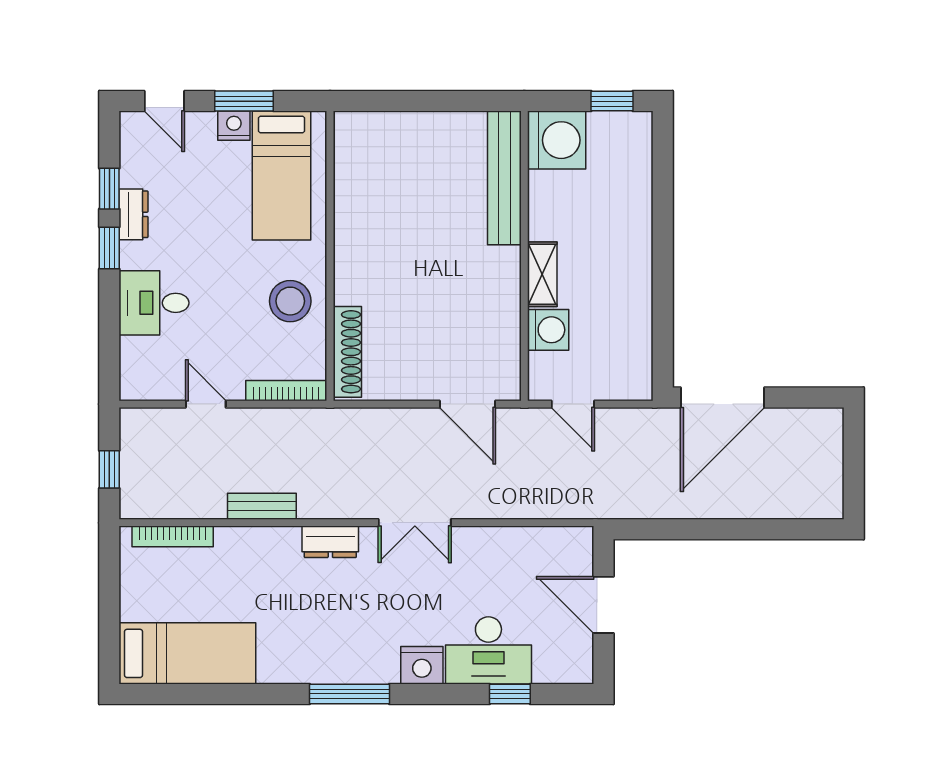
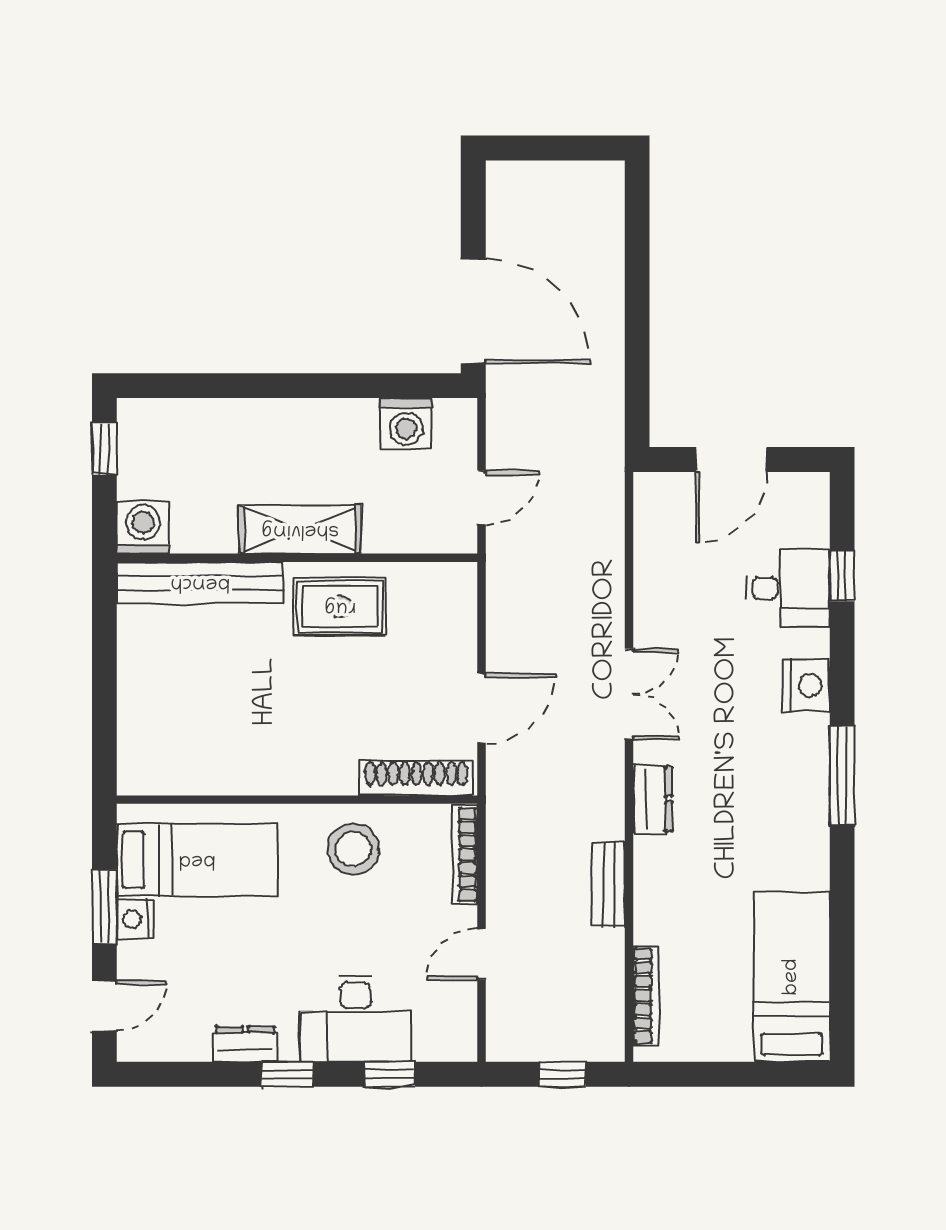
washing machine: (557, 140) -> (143, 527), width x0.73, depth x0.73
window: (109, 189) -> (389, 1074), moved
shelving: (542, 274) -> (300, 530), width x1.50, depth x1.33
rug: (485, 290) -> (340, 607), added
desk: (154, 303) -> (355, 1019), width x1.37
washing machine: (548, 330) -> (406, 423), moved, turned 180
door: (468, 404) -> (481, 708), moved
desk: (488, 650) -> (788, 588), width x0.73

